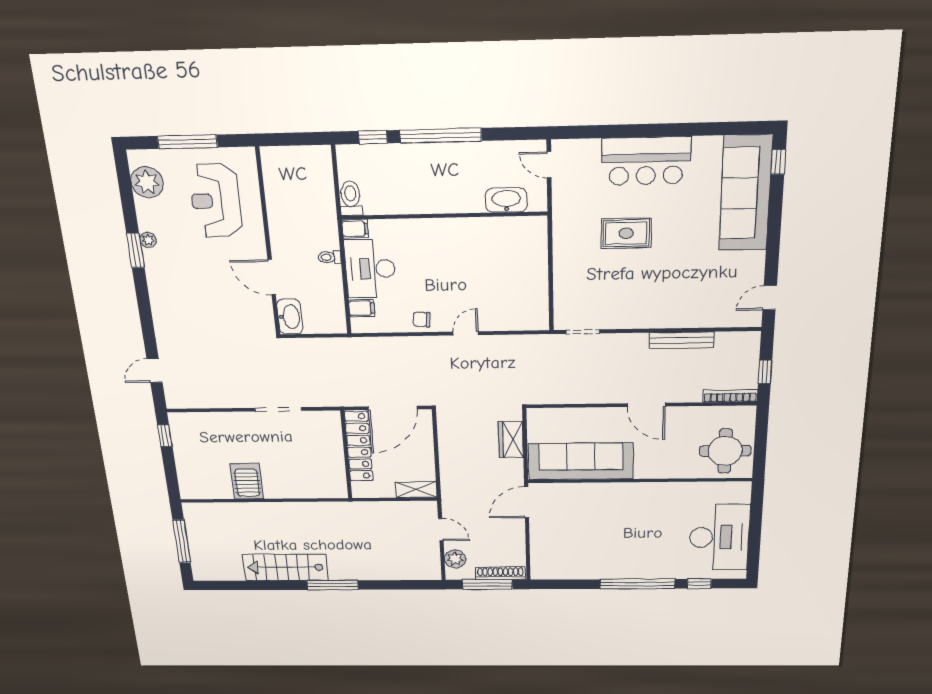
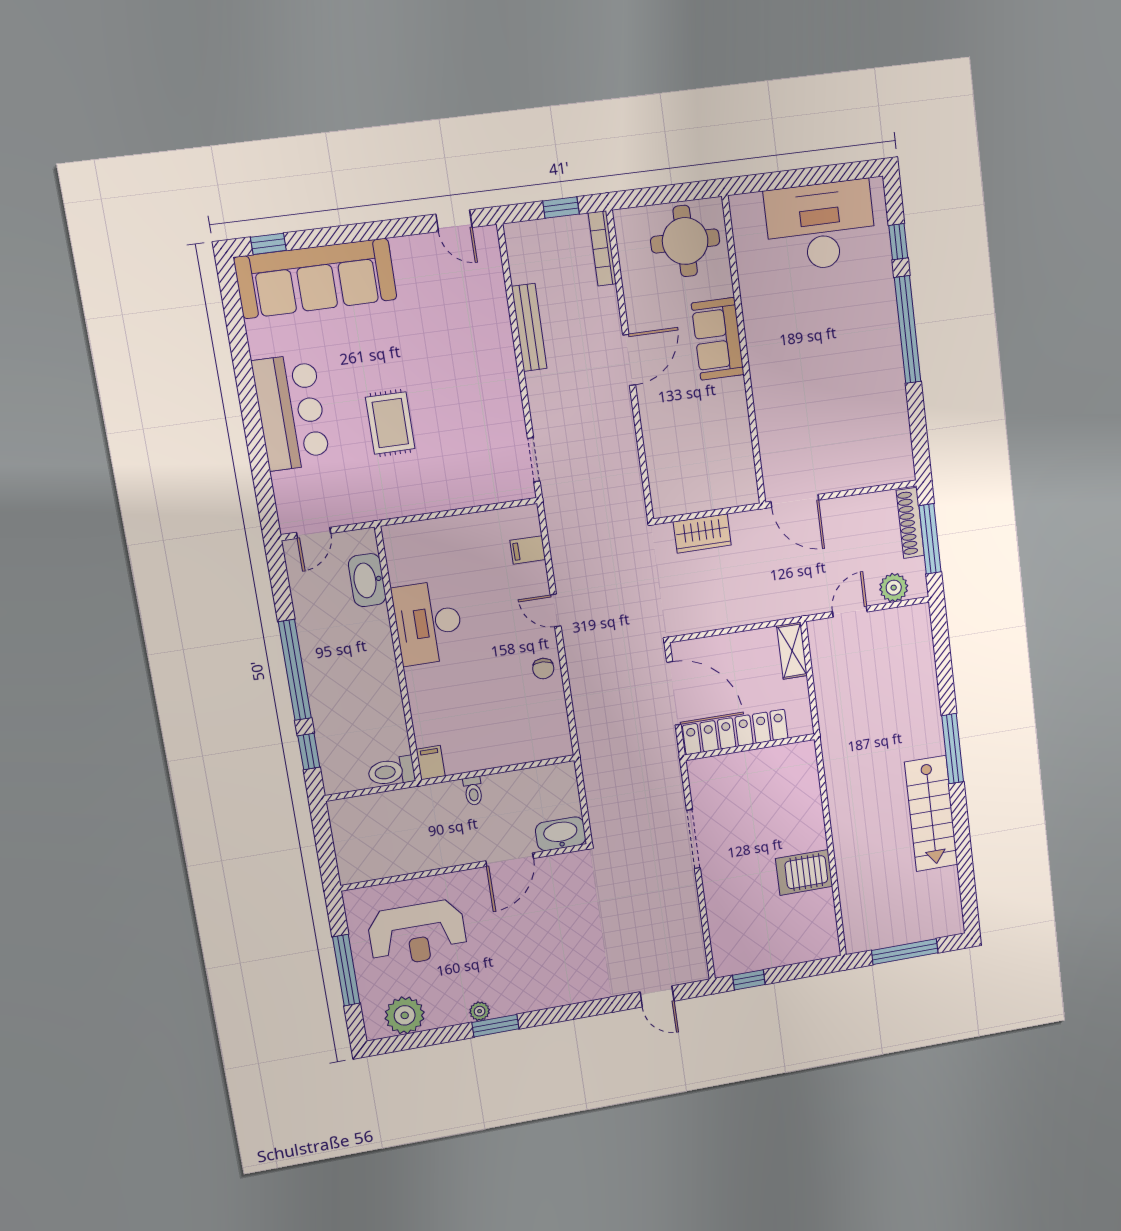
desk: (370, 269) -> (428, 623), moved, turned 90
filing cabinet: (362, 308) -> (528, 550), moved, turned -90
sofa: (581, 461) -> (718, 339), moved, width x0.54, depth x0.79

